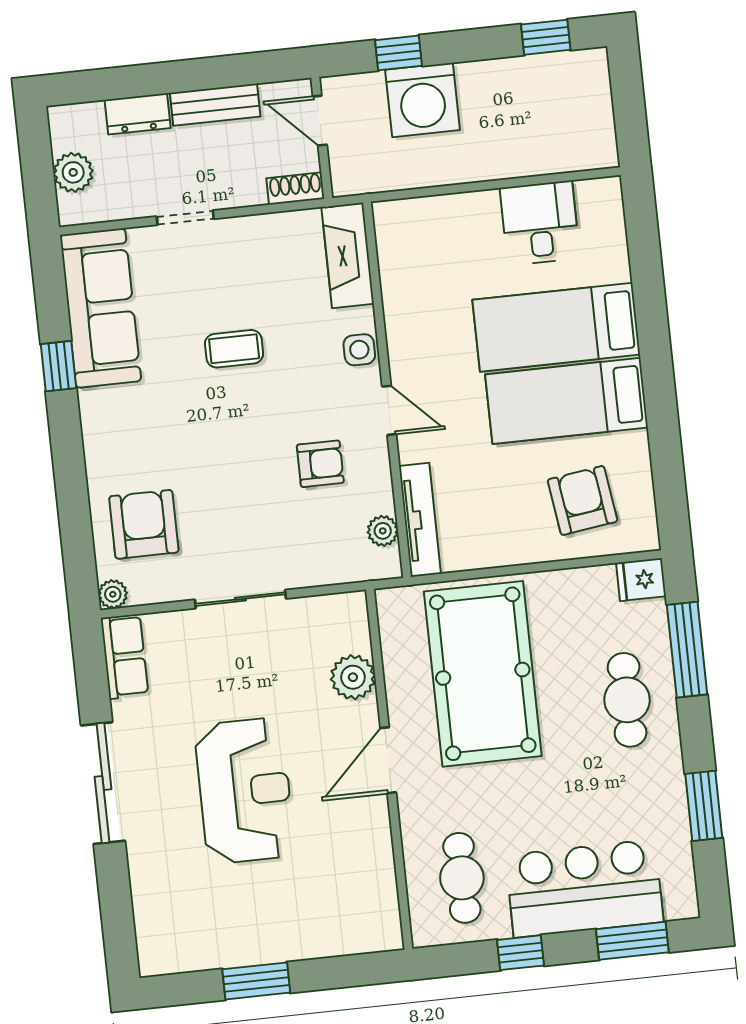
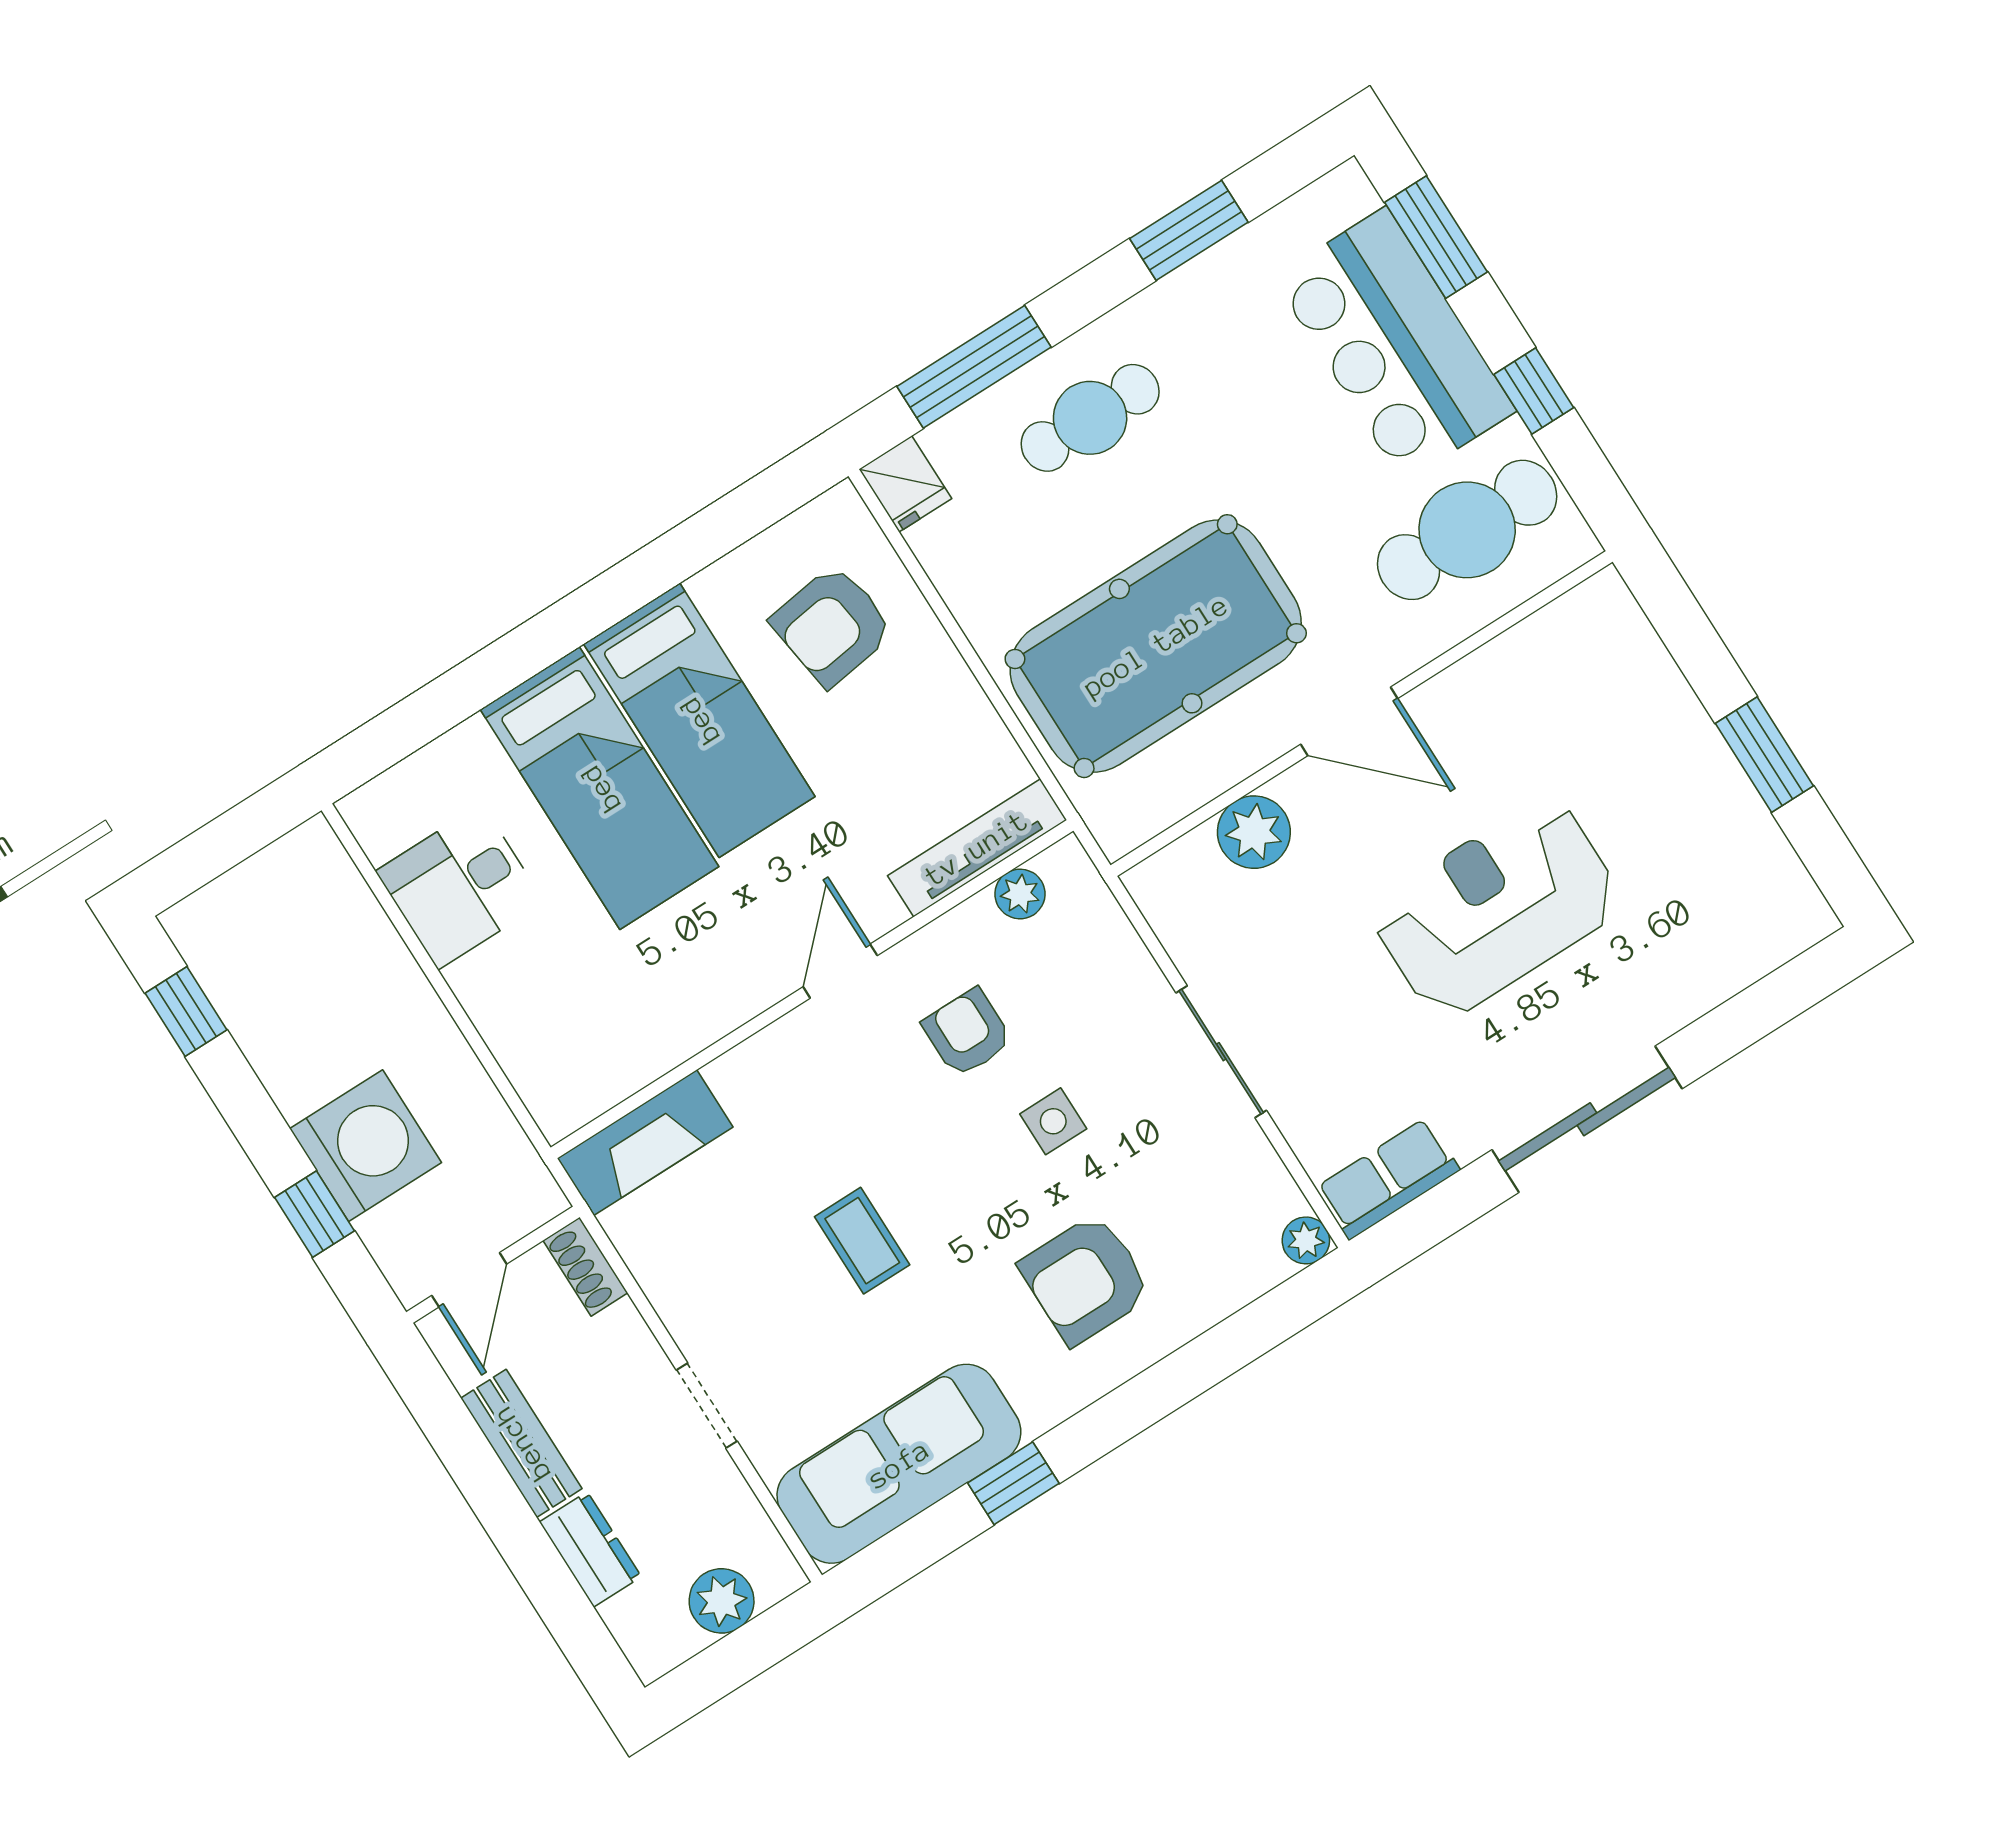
side table: (359, 350) -> (1053, 1121), moved
armchair: (144, 524) -> (1086, 1279), moved
cafe table: (462, 878) -> (1467, 530), width x1.37, depth x1.35

